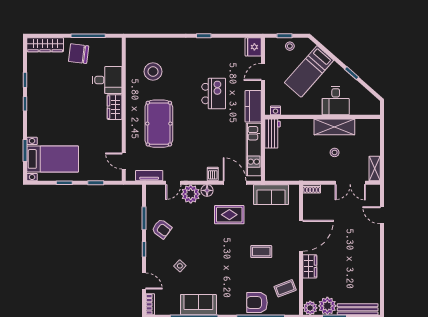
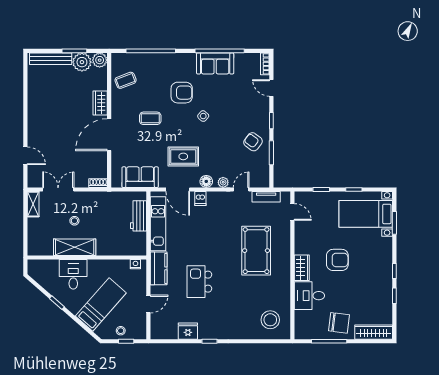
fridge: (253, 47) -> (188, 331), moved, turned -90
stool: (153, 72) -> (270, 320), moved
armchair: (80, 115) -> (337, 260), added
workbench: (273, 133) -> (139, 216), moved
plant: (191, 194) -> (223, 182), width x0.53, depth x0.53
side table: (180, 266) -> (203, 116), moved
armchair: (257, 303) -> (182, 93), moved

